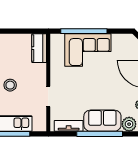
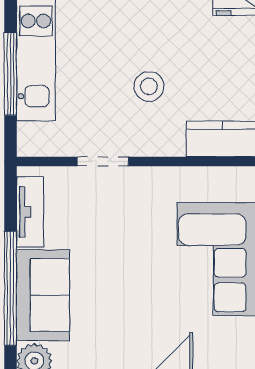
stool: (10, 85) -> (149, 86), moved

